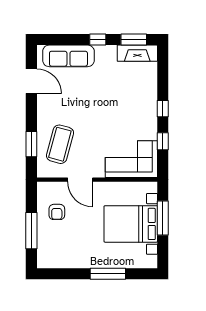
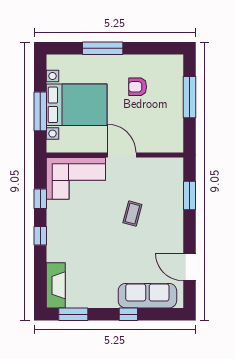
window: (98, 40) -> (128, 314), moved
fireplace: (137, 53) -> (56, 285), moved, turned 90
coffee table: (60, 144) -> (132, 214), moved, width x0.54, depth x0.58
door: (80, 180) -> (122, 155), moved
armchair: (57, 212) -> (138, 87), moved, turned -90

